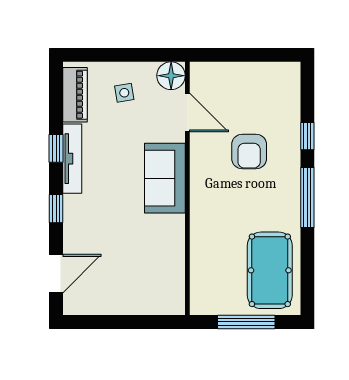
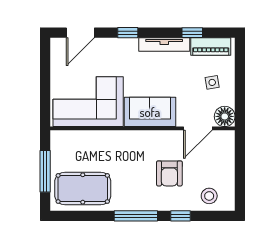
stool: (280, 97) -> (209, 196), added
window: (56, 148) -> (192, 33), moved
armchair: (249, 151) -> (169, 173), turned -90
corner sofa: (151, 263) -> (88, 102), added
door: (56, 274) -> (80, 33), hinge flipped

